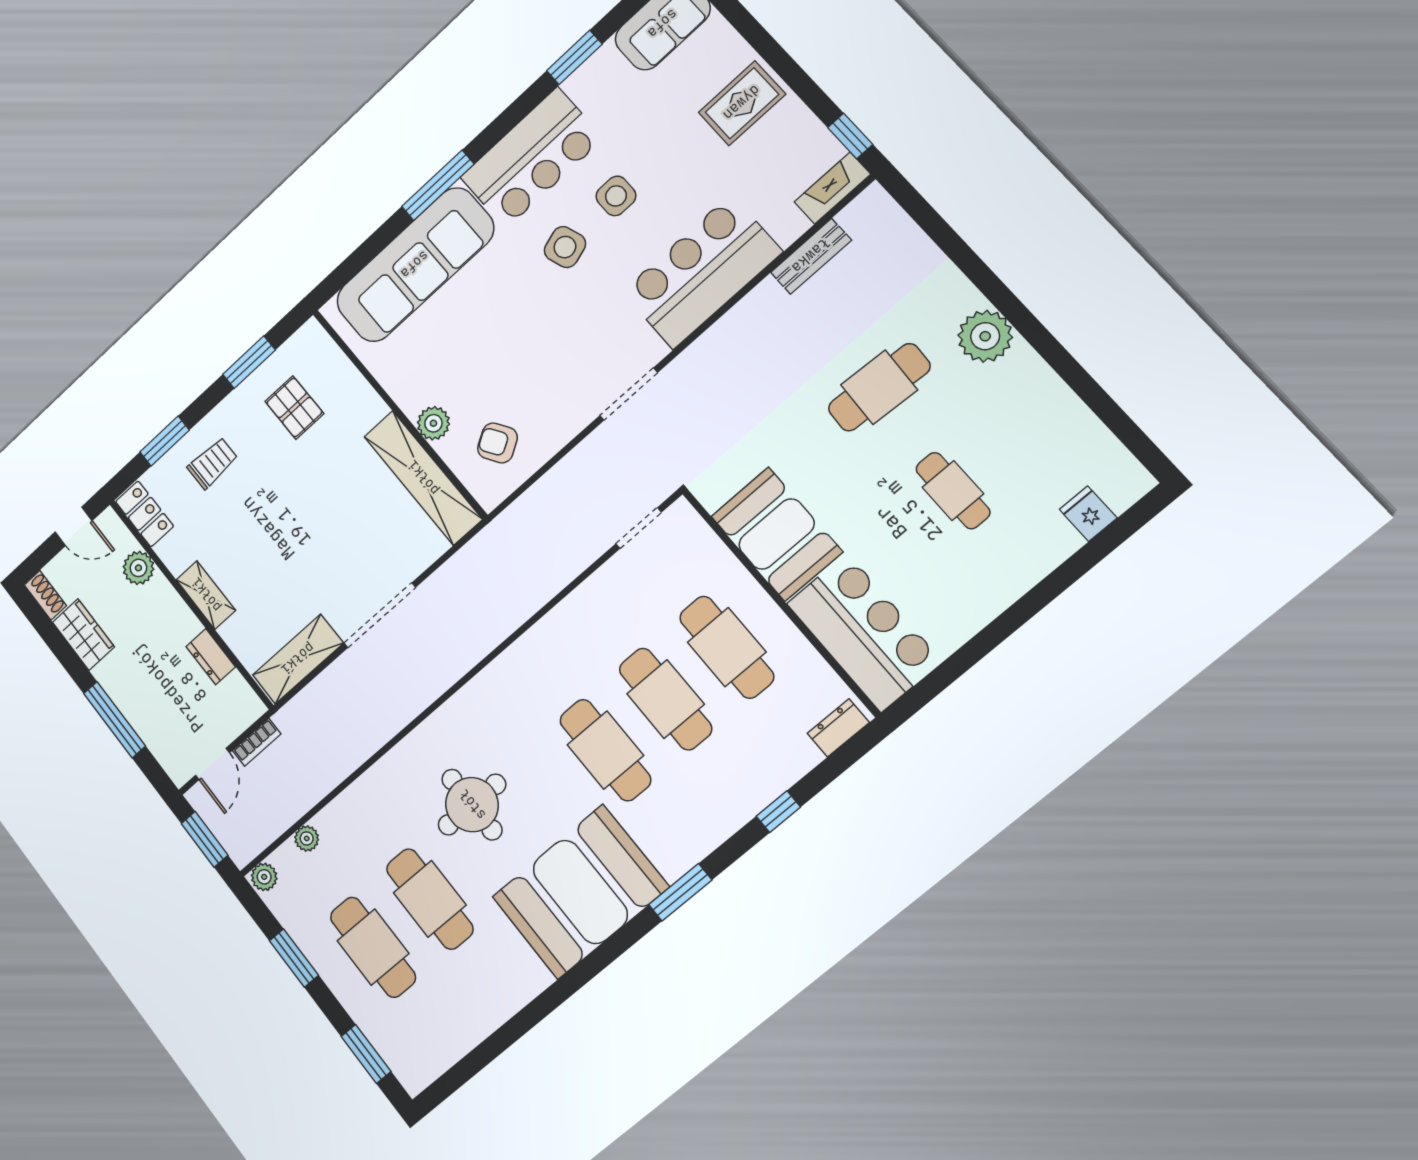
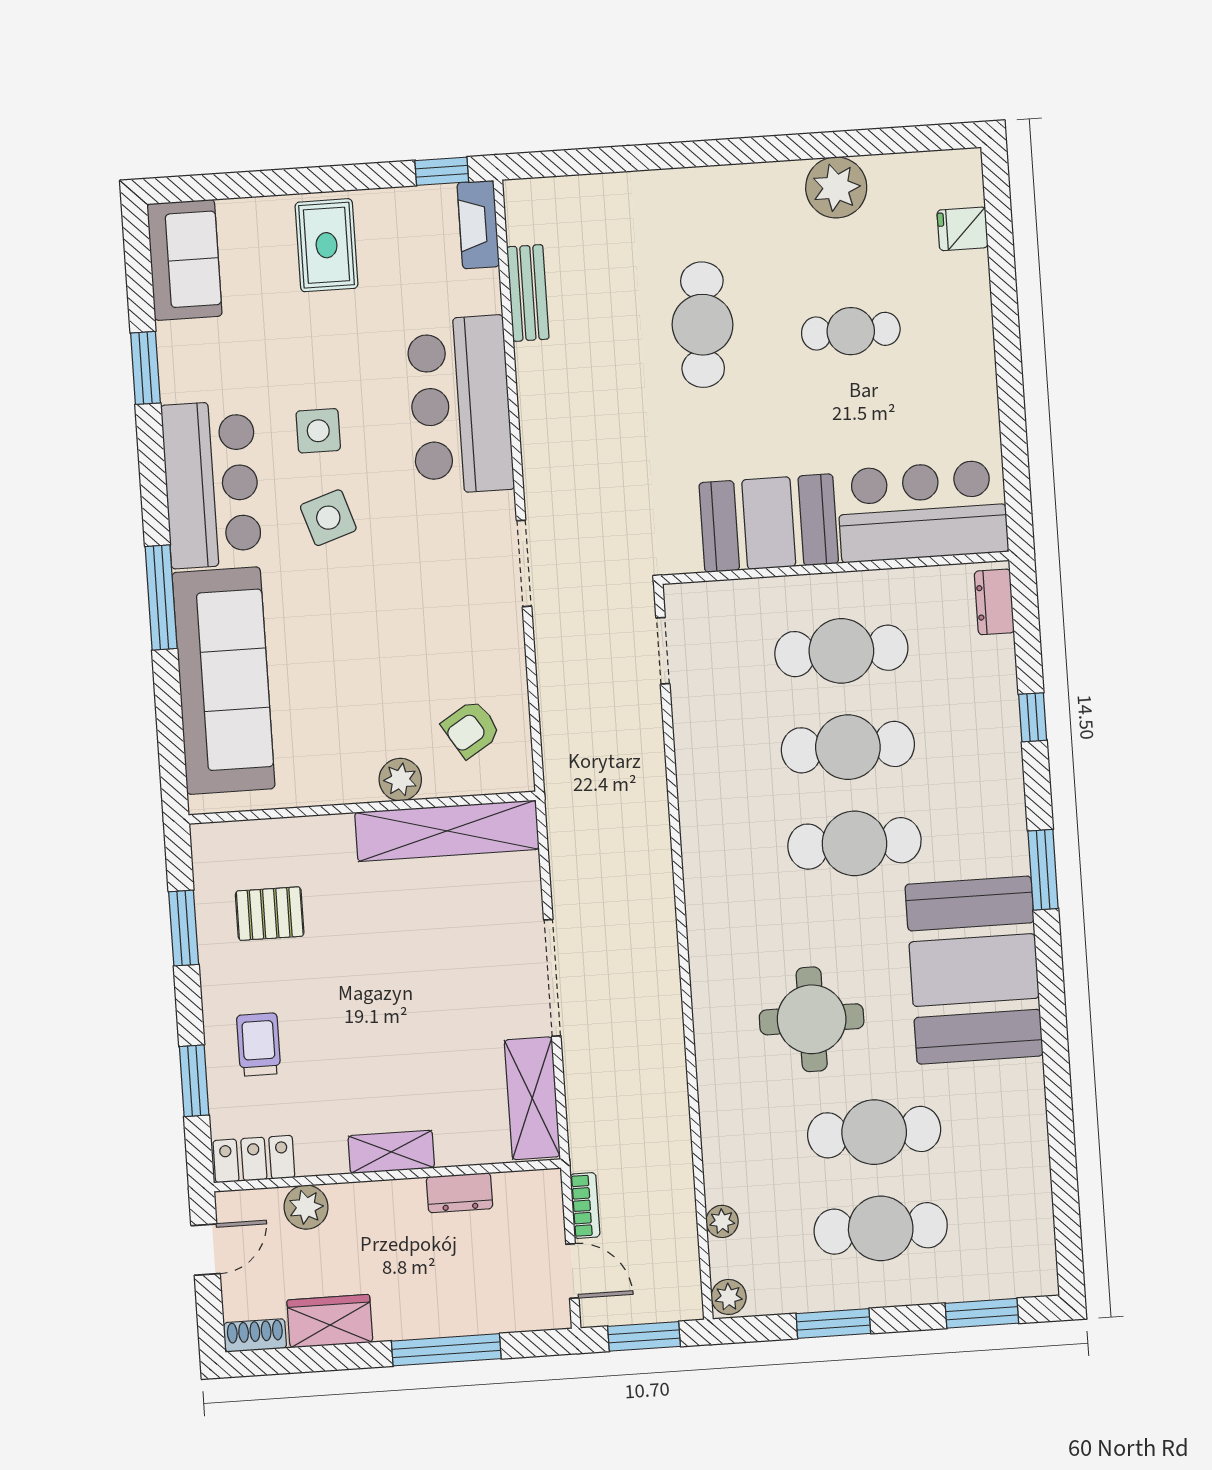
plant: (985, 336) -> (836, 187), moved

